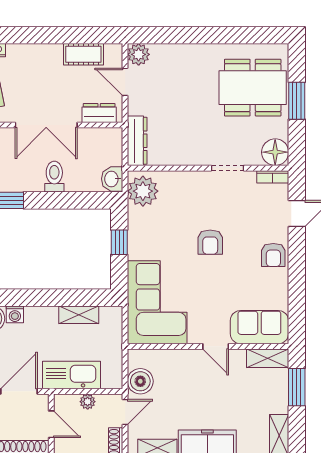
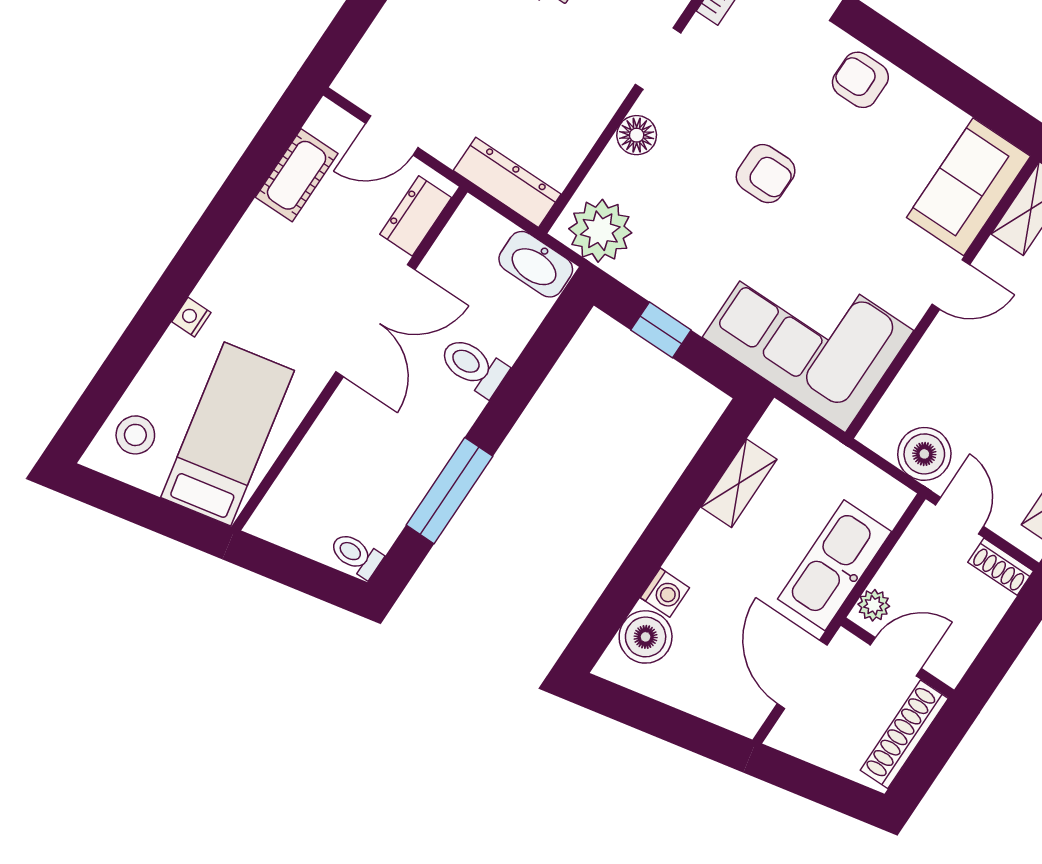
plant: (139, 54) -> (360, 81), removed
washbasin: (112, 179) -> (536, 264), width x1.38
floor lamp: (191, 180) -> (637, 135), added
armchair: (273, 255) -> (860, 80), turned 180
plant: (88, 402) -> (874, 605), moved

